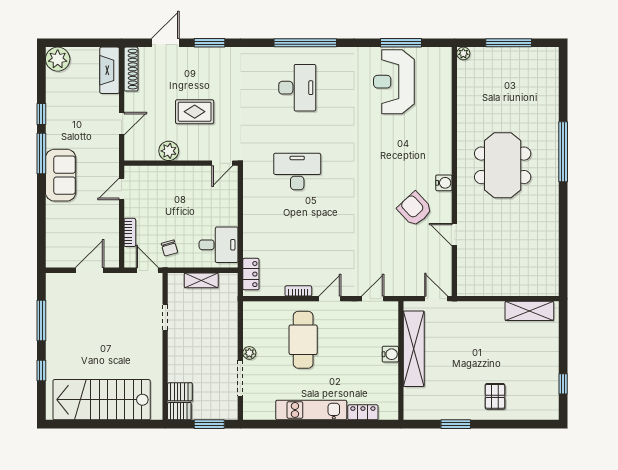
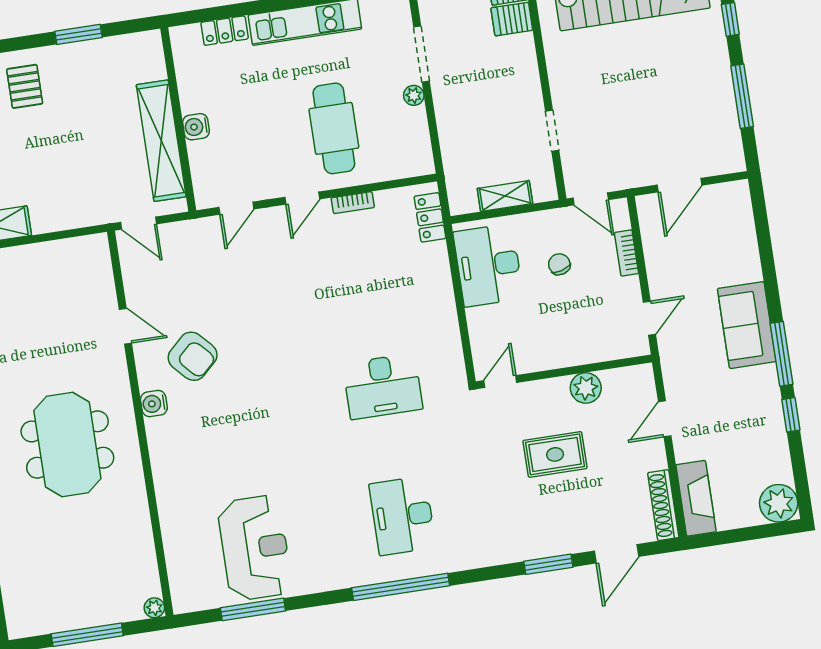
desk: (219, 245) -> (488, 265), width x1.37
chair: (169, 248) -> (559, 264), moved

